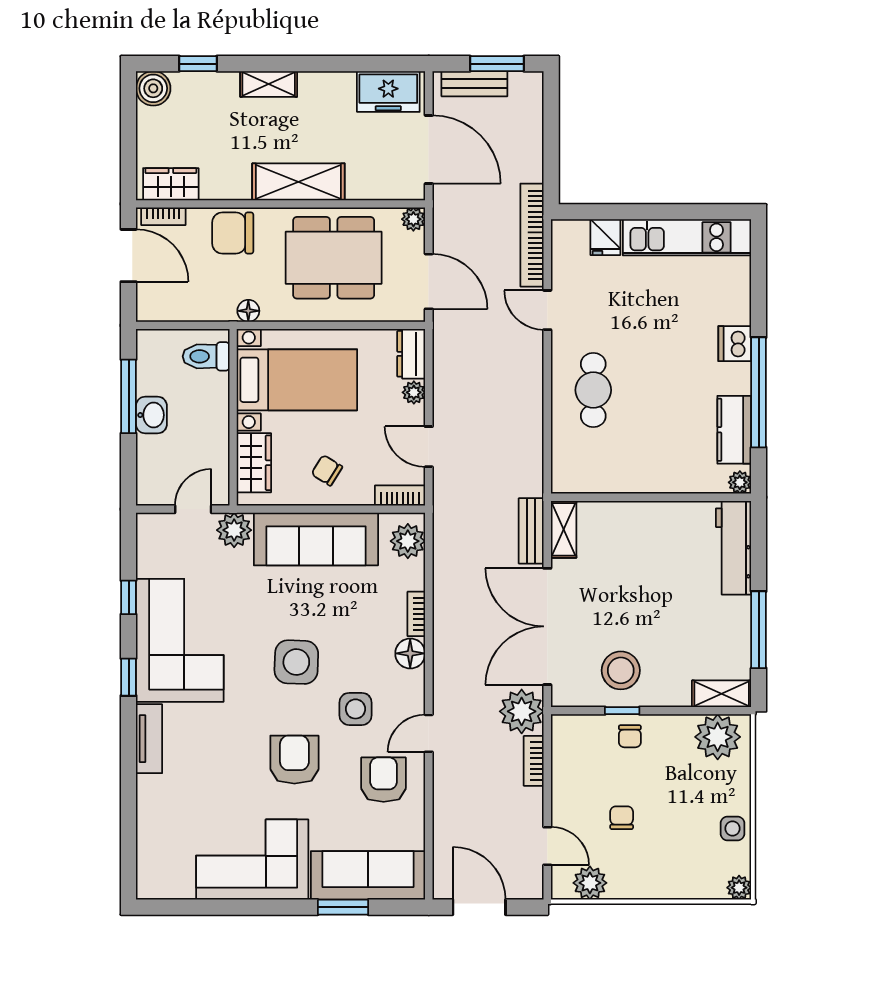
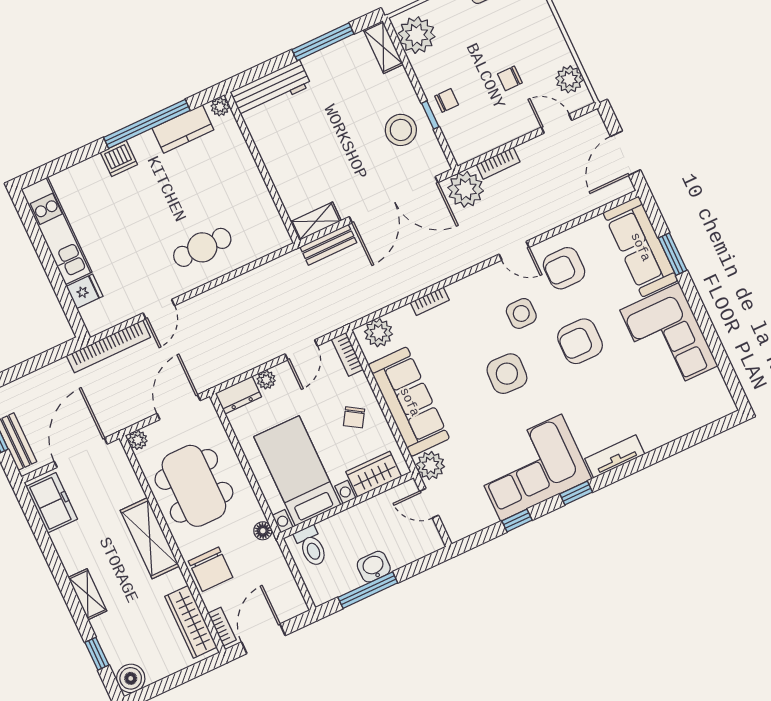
wardrobe: (171, 184) -> (191, 622), width x1.50
floor lamp: (410, 653) -> (461, 292), removed
door: (547, 846) -> (557, 124), hinge flipped

